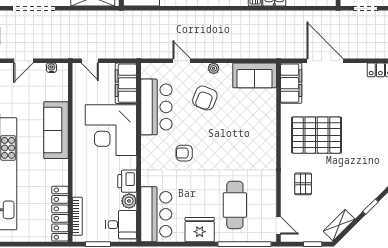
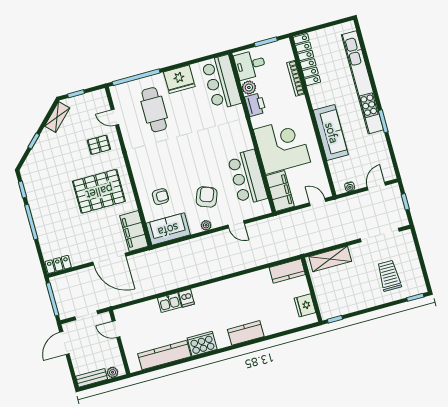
armchair: (184, 153) -> (160, 197), moved
pallet: (303, 184) -> (99, 145), turned 90
bookcase: (77, 216) -> (296, 78), moved
door: (278, 225) -> (115, 117), moved

